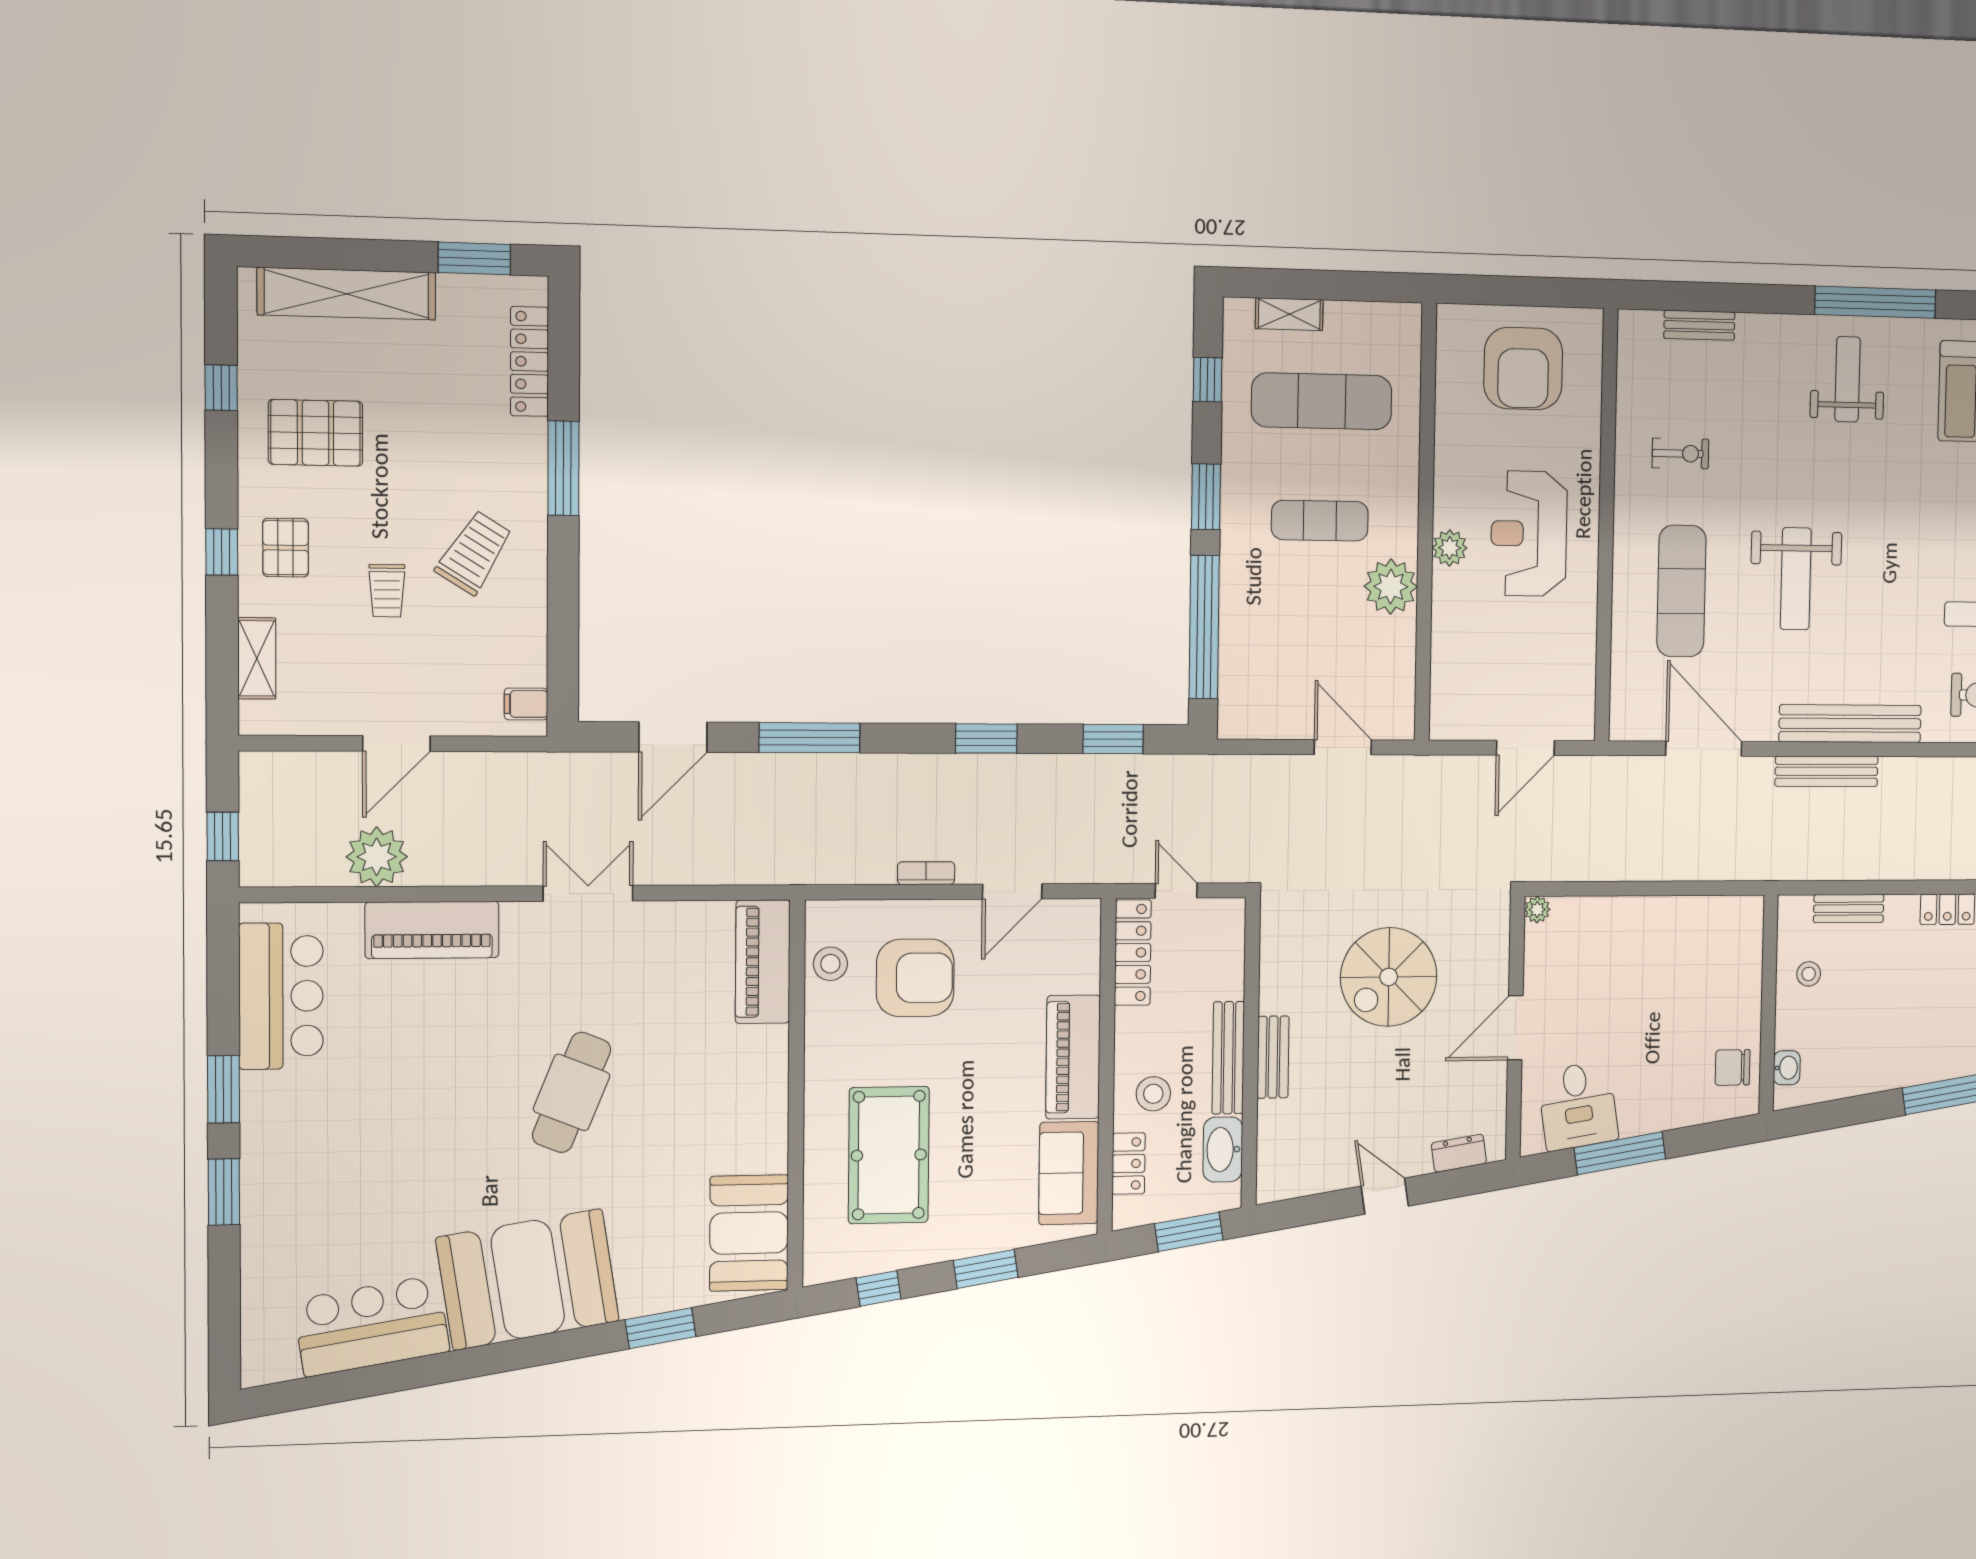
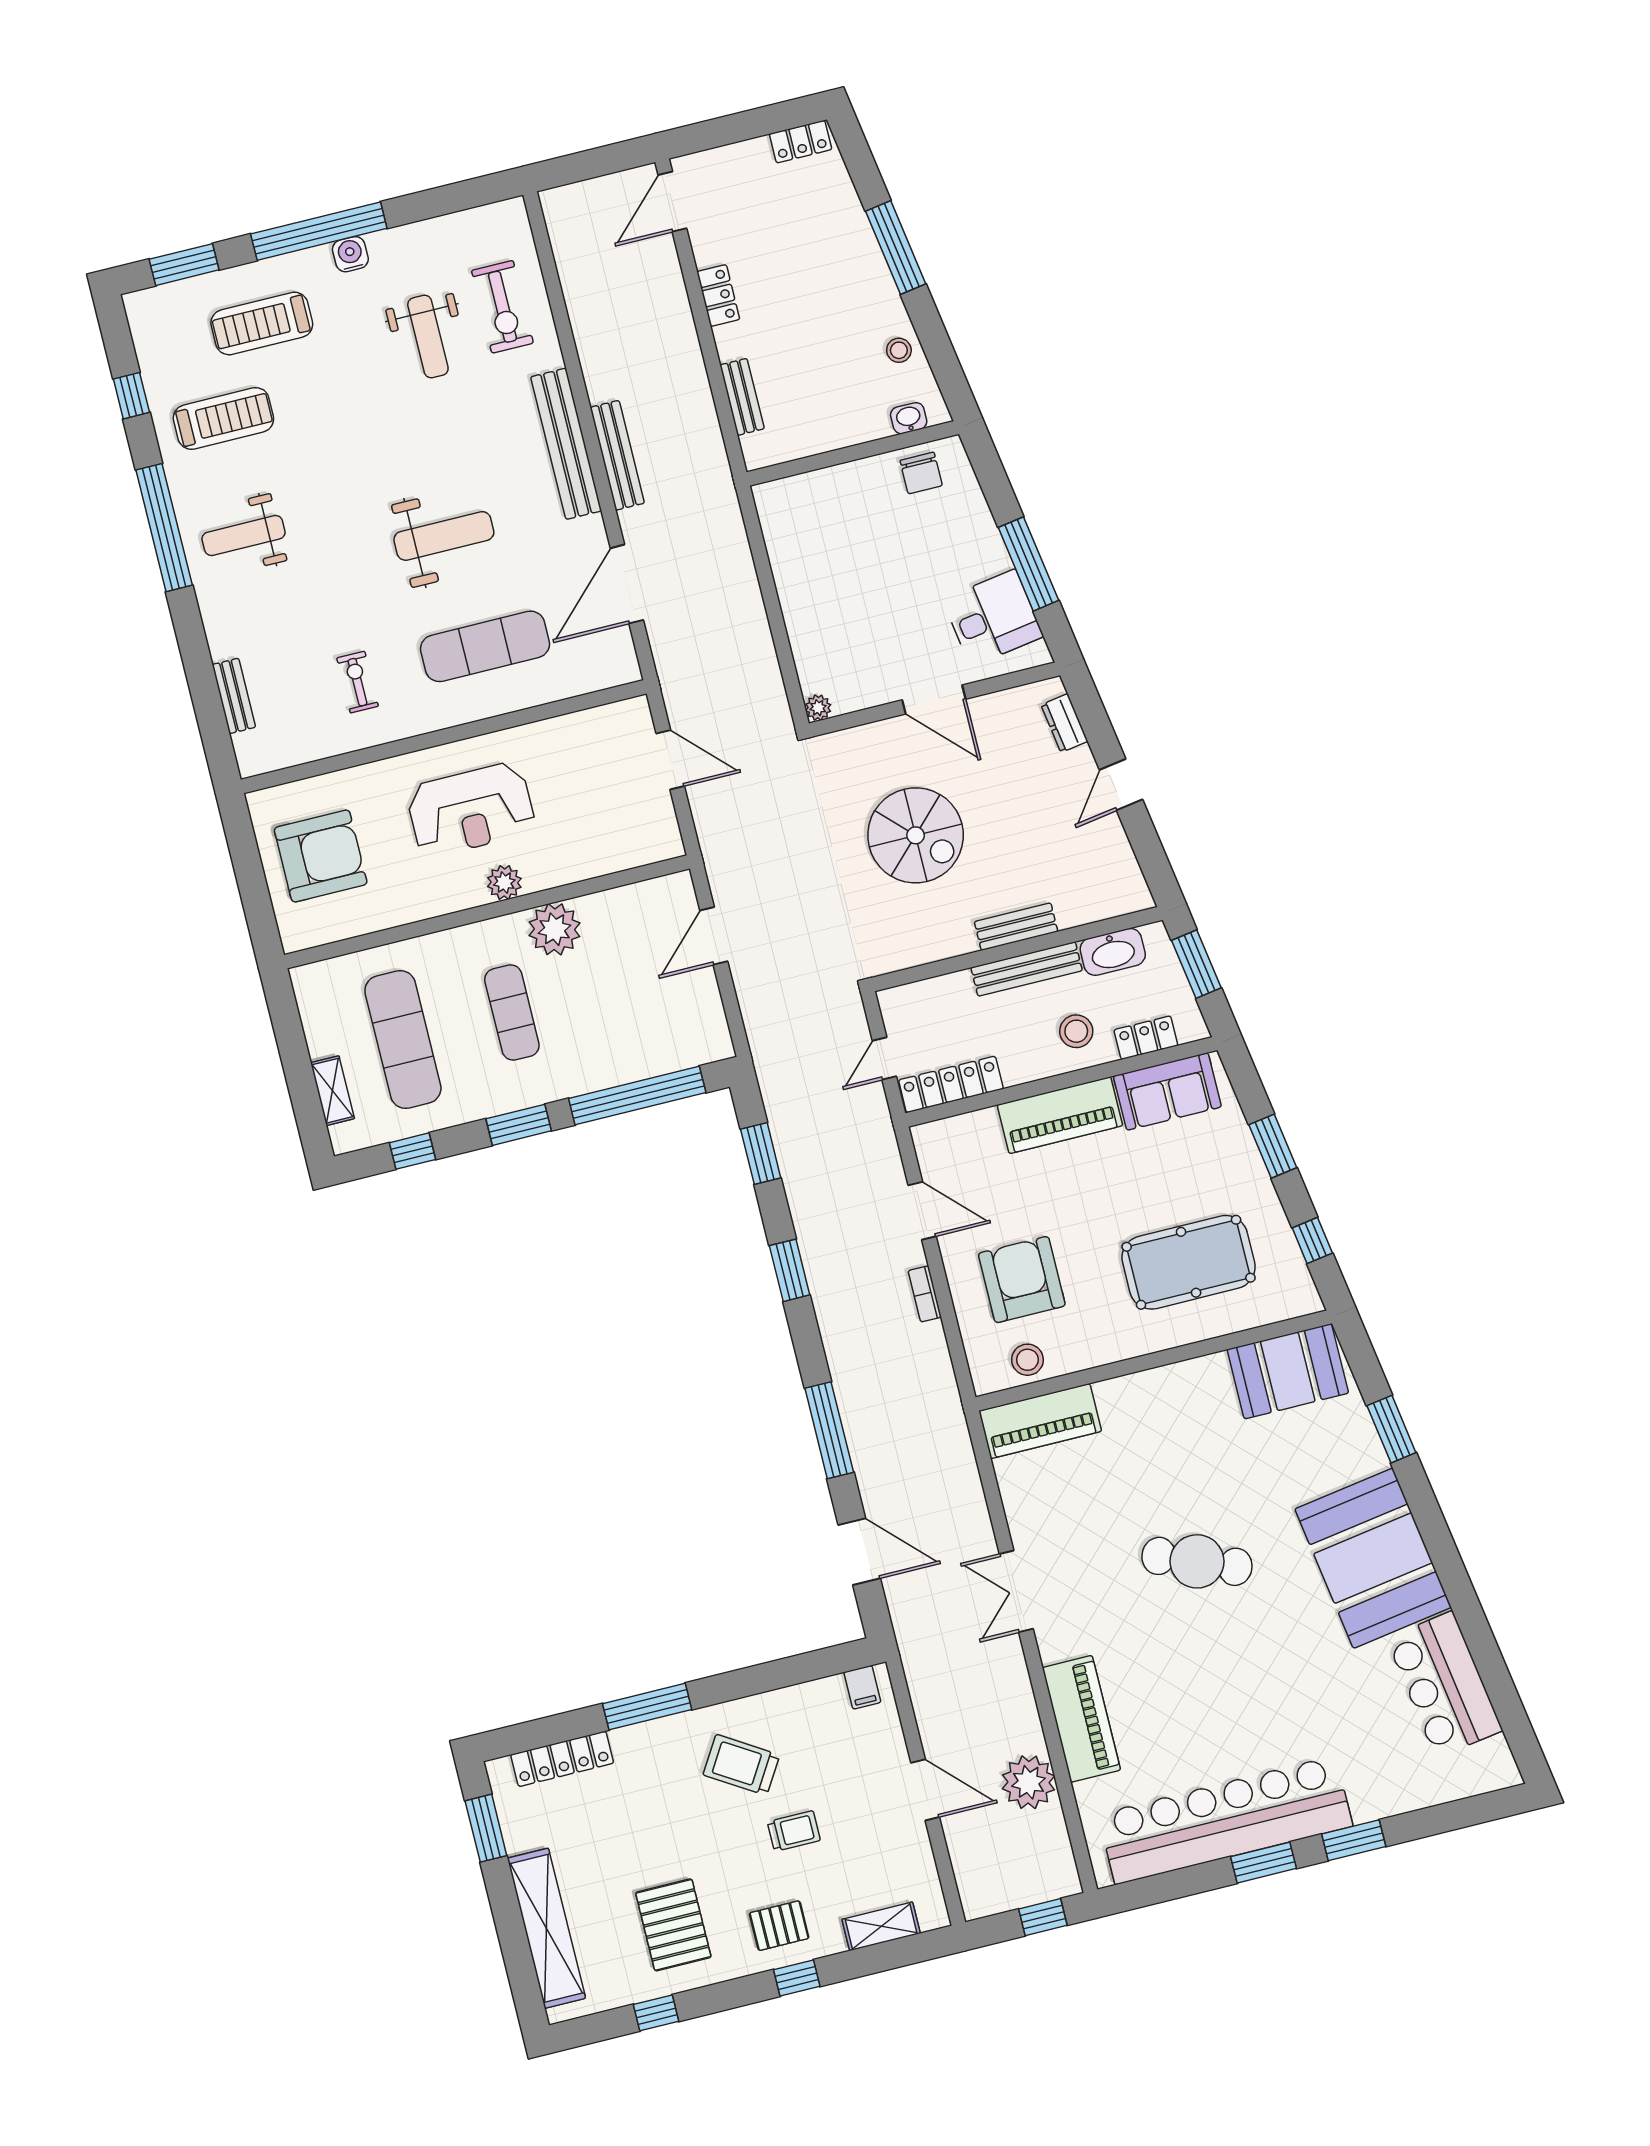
stool: (1809, 974) -> (899, 350), moved
bar counter: (281, 996) -> (1225, 1820), width x1.86

